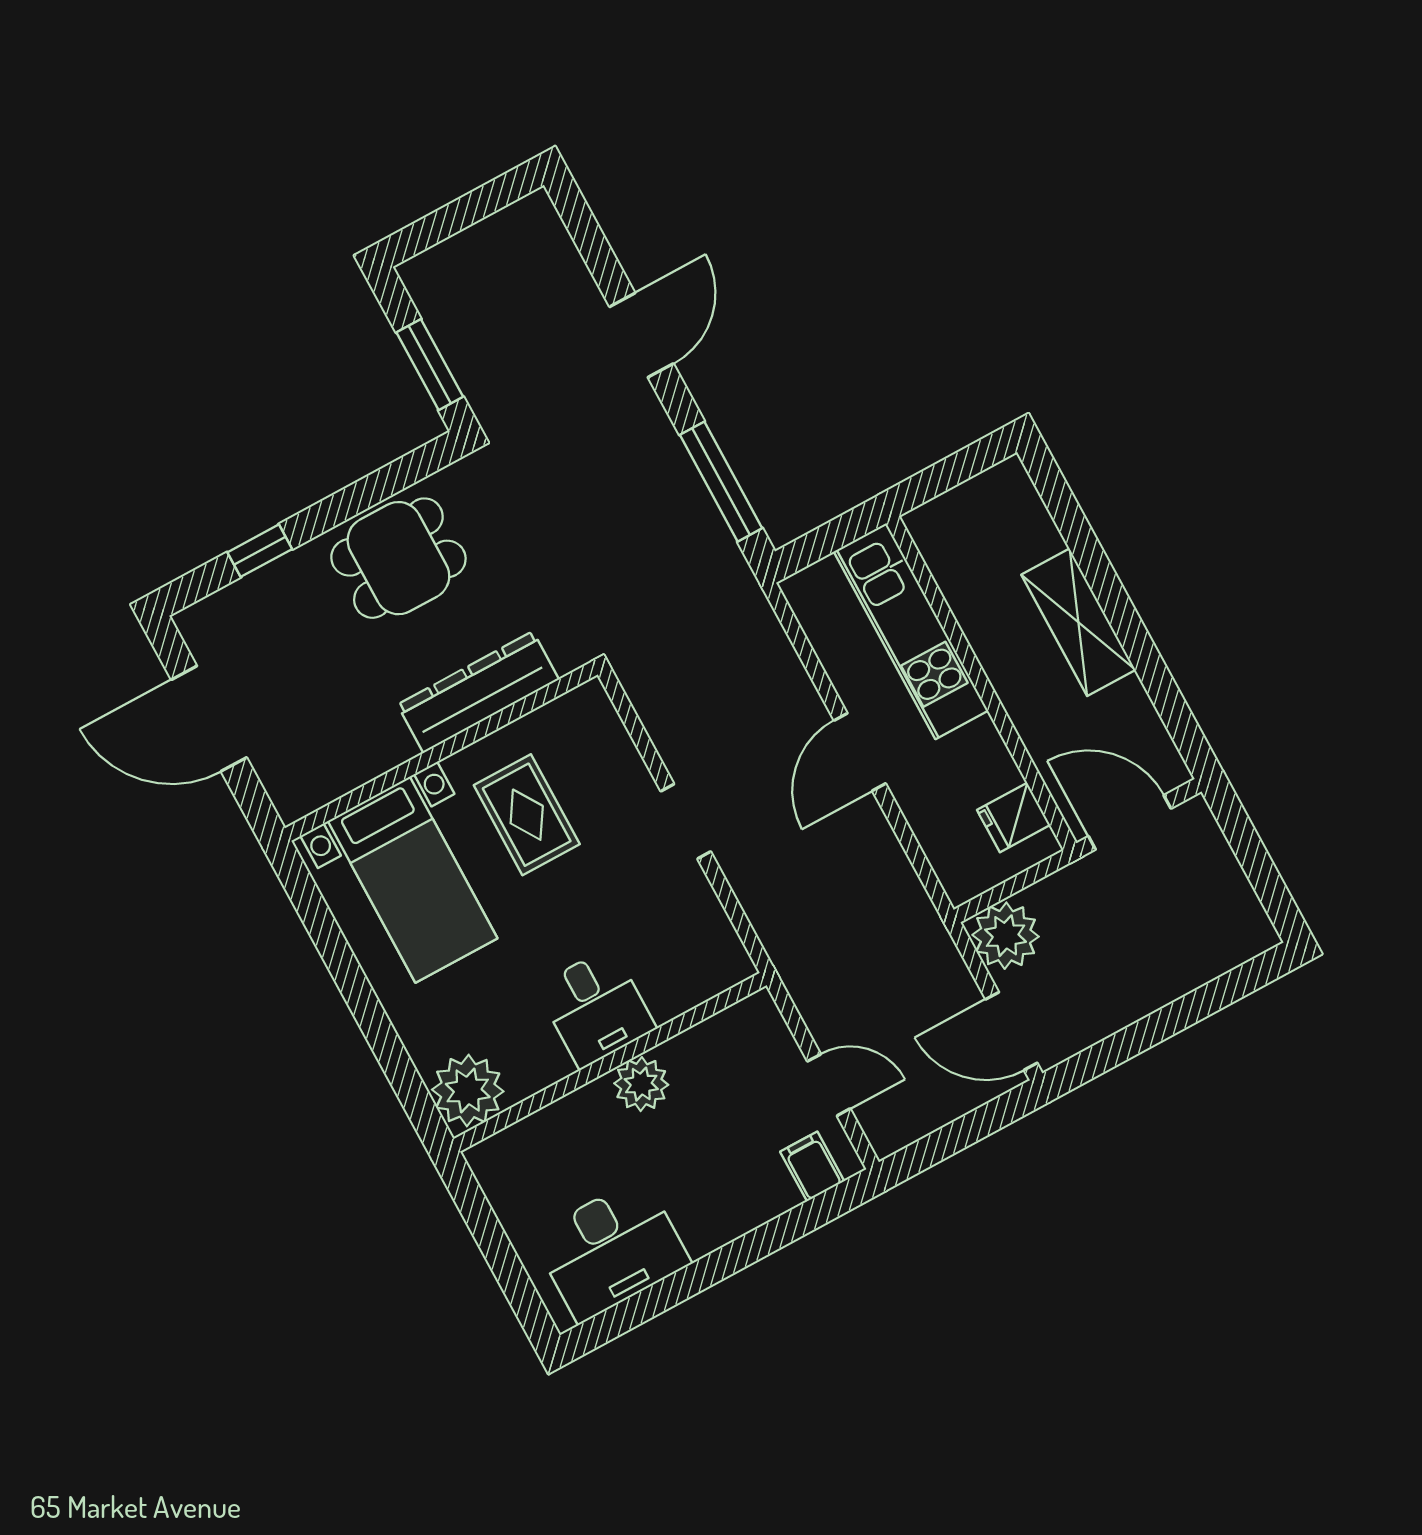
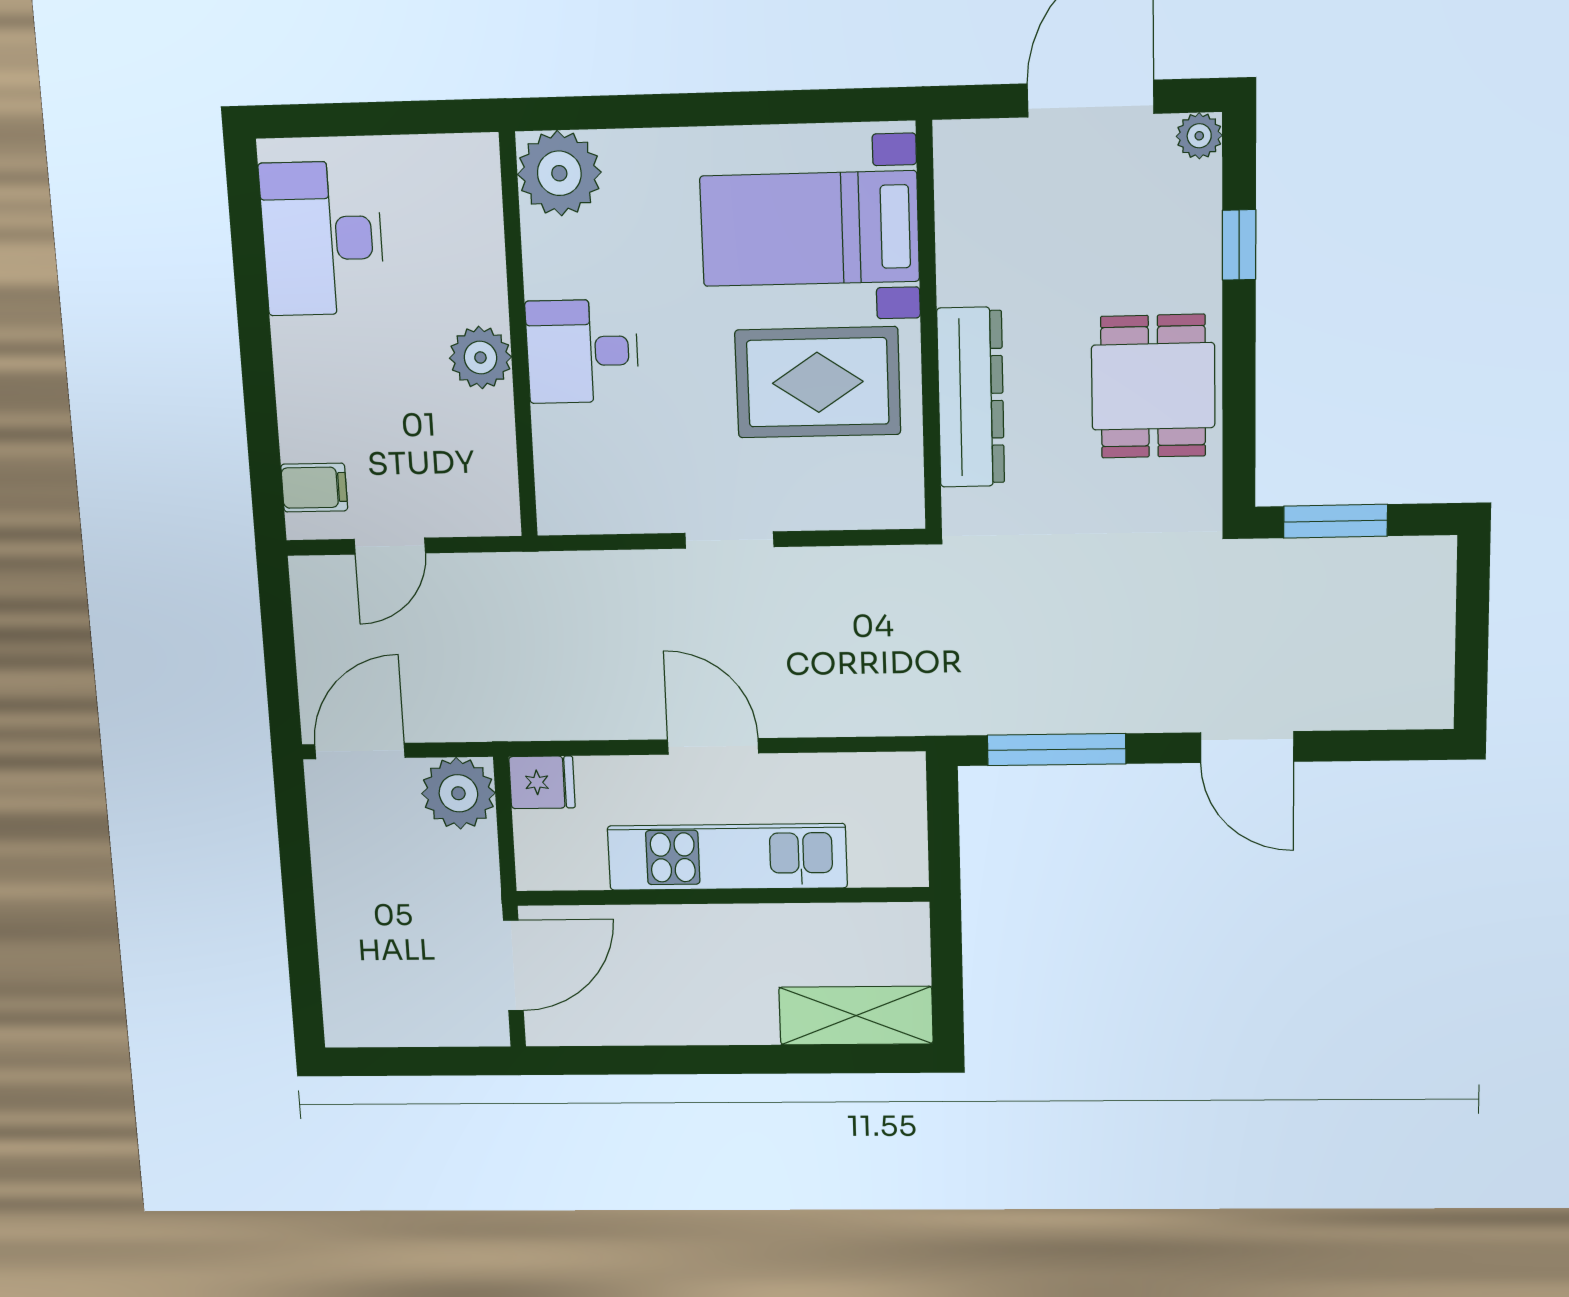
shelving: (1078, 622) -> (856, 1016), moved
plant: (195, 624) -> (1199, 136), added
kitchen unit: (911, 631) -> (727, 857), moved
rug: (527, 815) -> (818, 382), width x1.36, depth x1.43
fridge: (1014, 817) -> (542, 782), moved, turned 90

